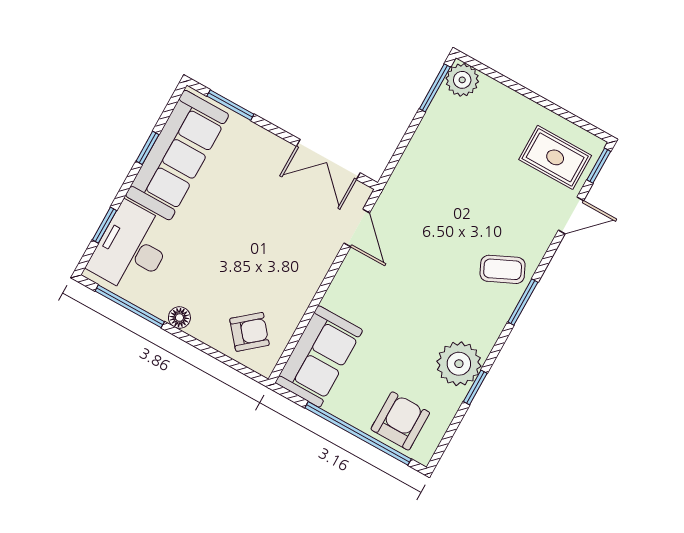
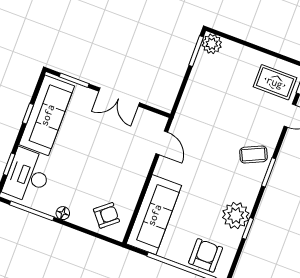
double door: (328, 160) -> (119, 97), moved
sofa: (319, 356) -> (154, 215), width x1.36

